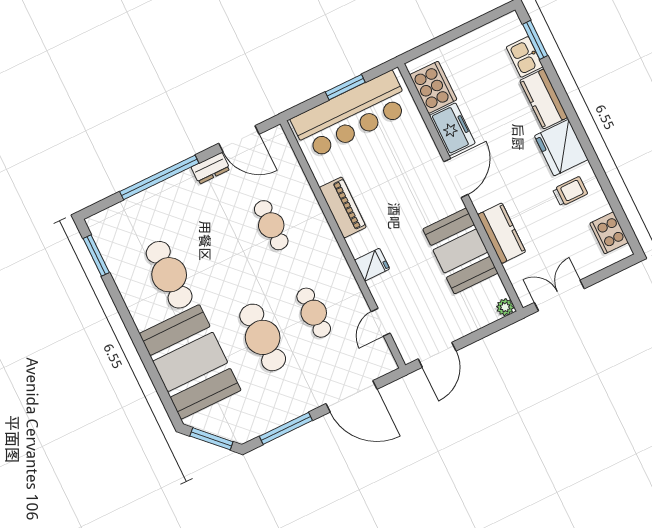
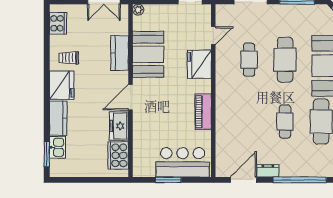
bar counter: (351, 115) -> (183, 162), width x0.73
door: (239, 139) -> (243, 180), hinge flipped
cafe table: (271, 225) -> (285, 121), moved
fridge: (372, 265) -> (199, 64), width x1.88, depth x1.34

